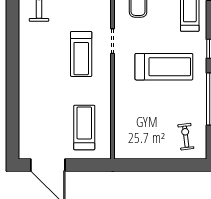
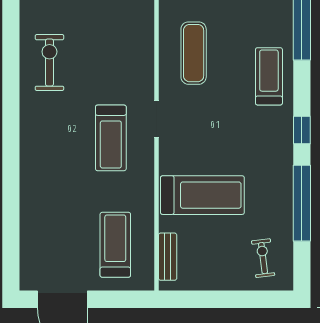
treadmill: (164, 67) -> (202, 195), moved
bench: (120, 136) -> (168, 257), added

